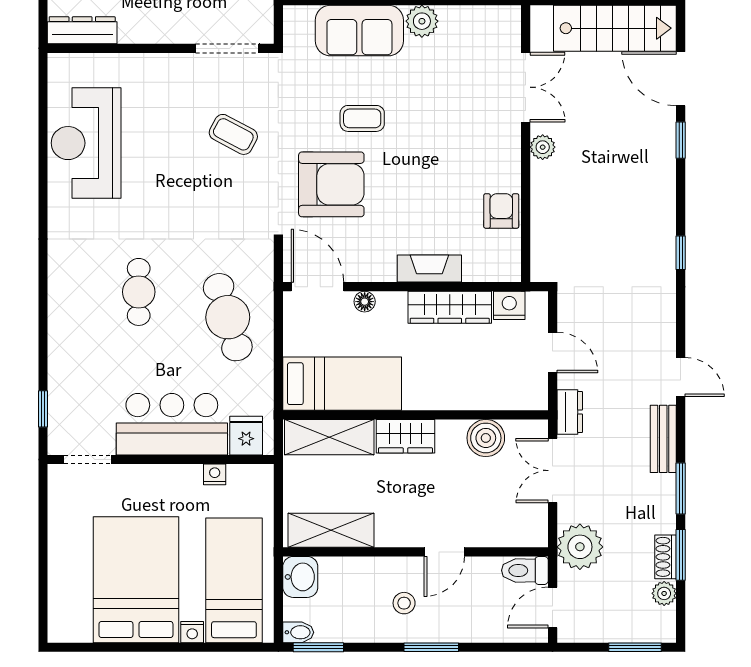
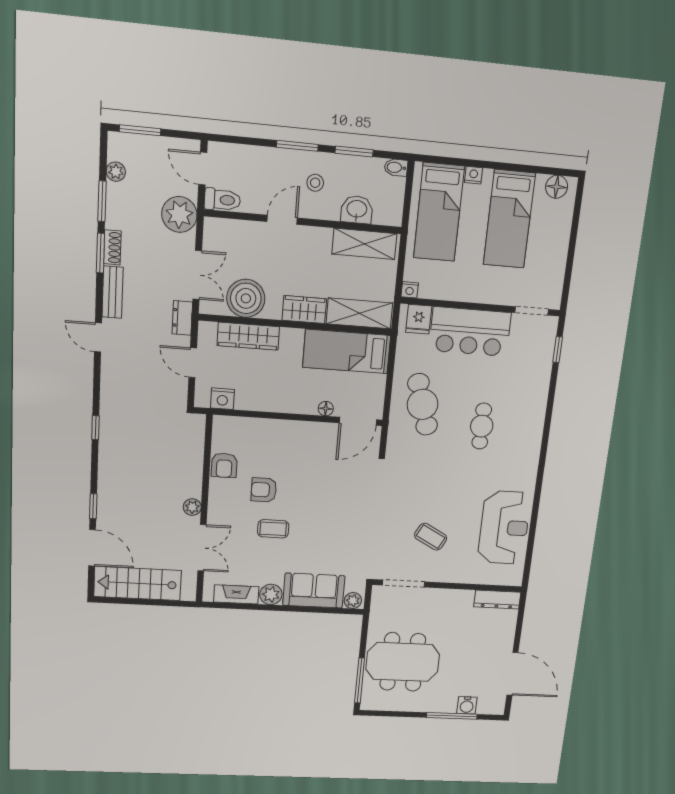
plant: (300, 18) -> (353, 601), added
double door: (526, 87) -> (202, 548), swing flipped
coffee table: (362, 118) -> (273, 529), moved
coffee table: (233, 134) -> (431, 537), moved
armchair: (331, 184) -> (264, 490), moved, width x0.53, depth x0.53
fireplace: (429, 269) -> (236, 594), moved, turned 180
door: (317, 287) -> (358, 421), hinge flipped
wardrobe: (450, 307) -> (248, 336), moved, turned 180
boiler: (486, 438) -> (246, 298), width x1.37, depth x1.37
nightstand: (215, 474) -> (410, 290), moved
shoe rack: (665, 557) -> (112, 247), moved
washbasin: (300, 577) -> (357, 210), moved, turned 90
bed: (136, 580) -> (509, 219), width x0.67
door: (553, 607) -> (203, 169), swing flipped
floor lamp: (76, 628) -> (557, 187), added
window: (318, 647) -> (354, 152), moved

